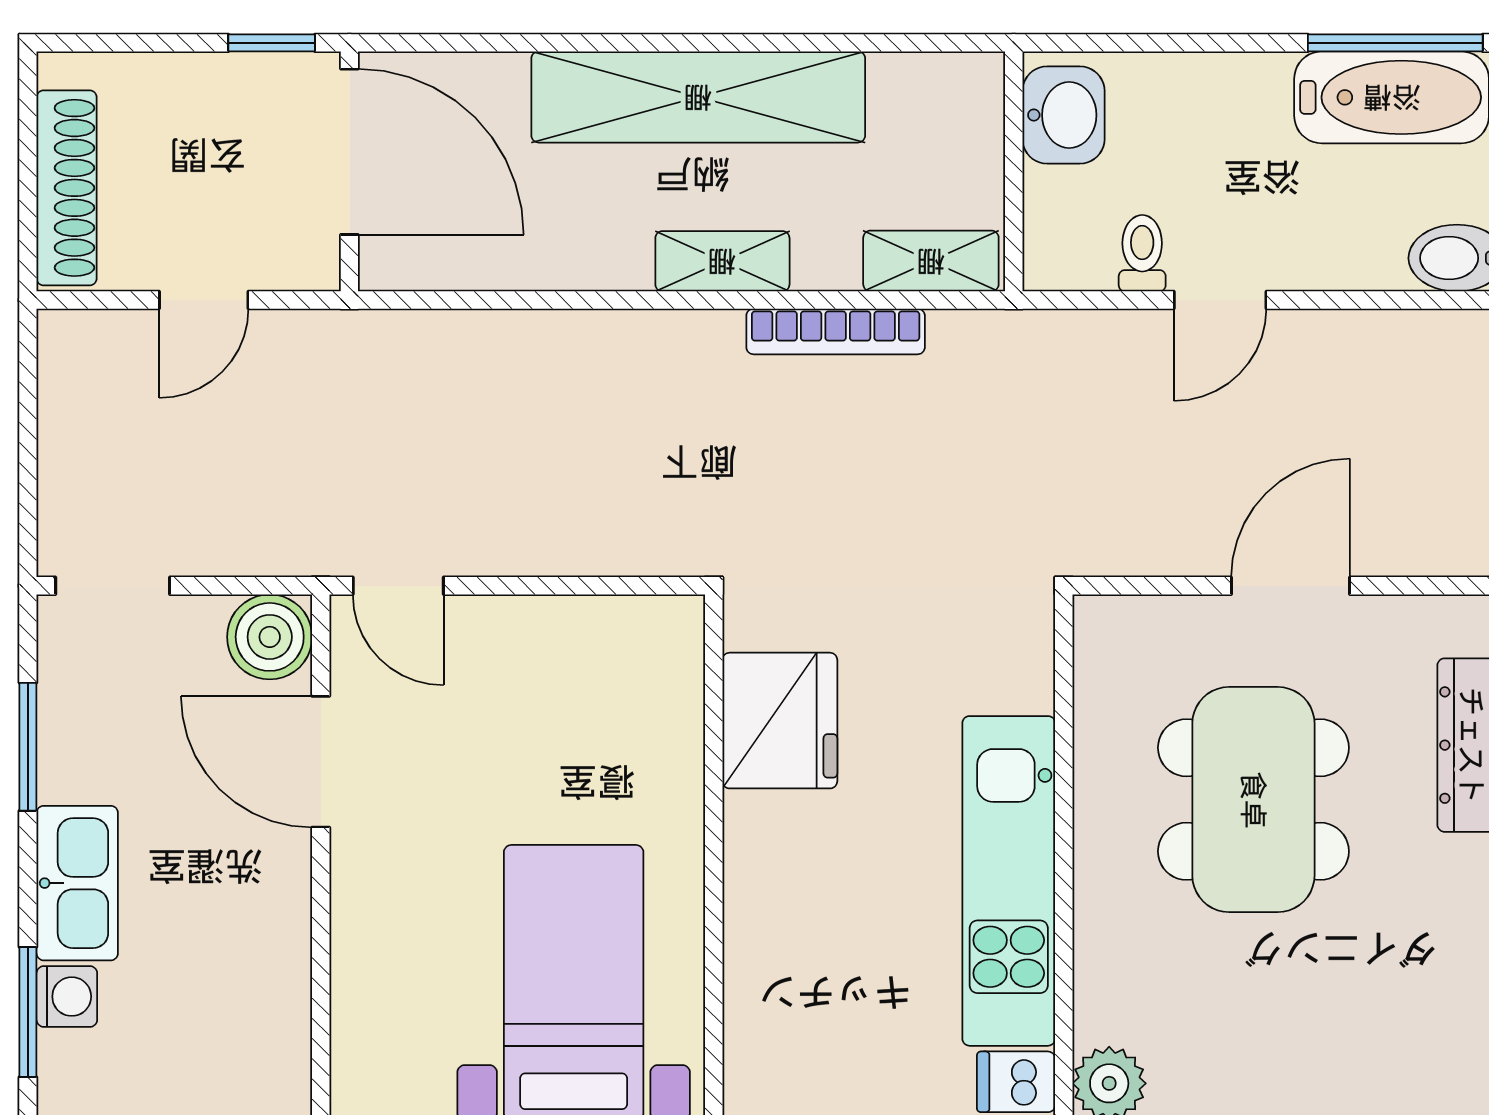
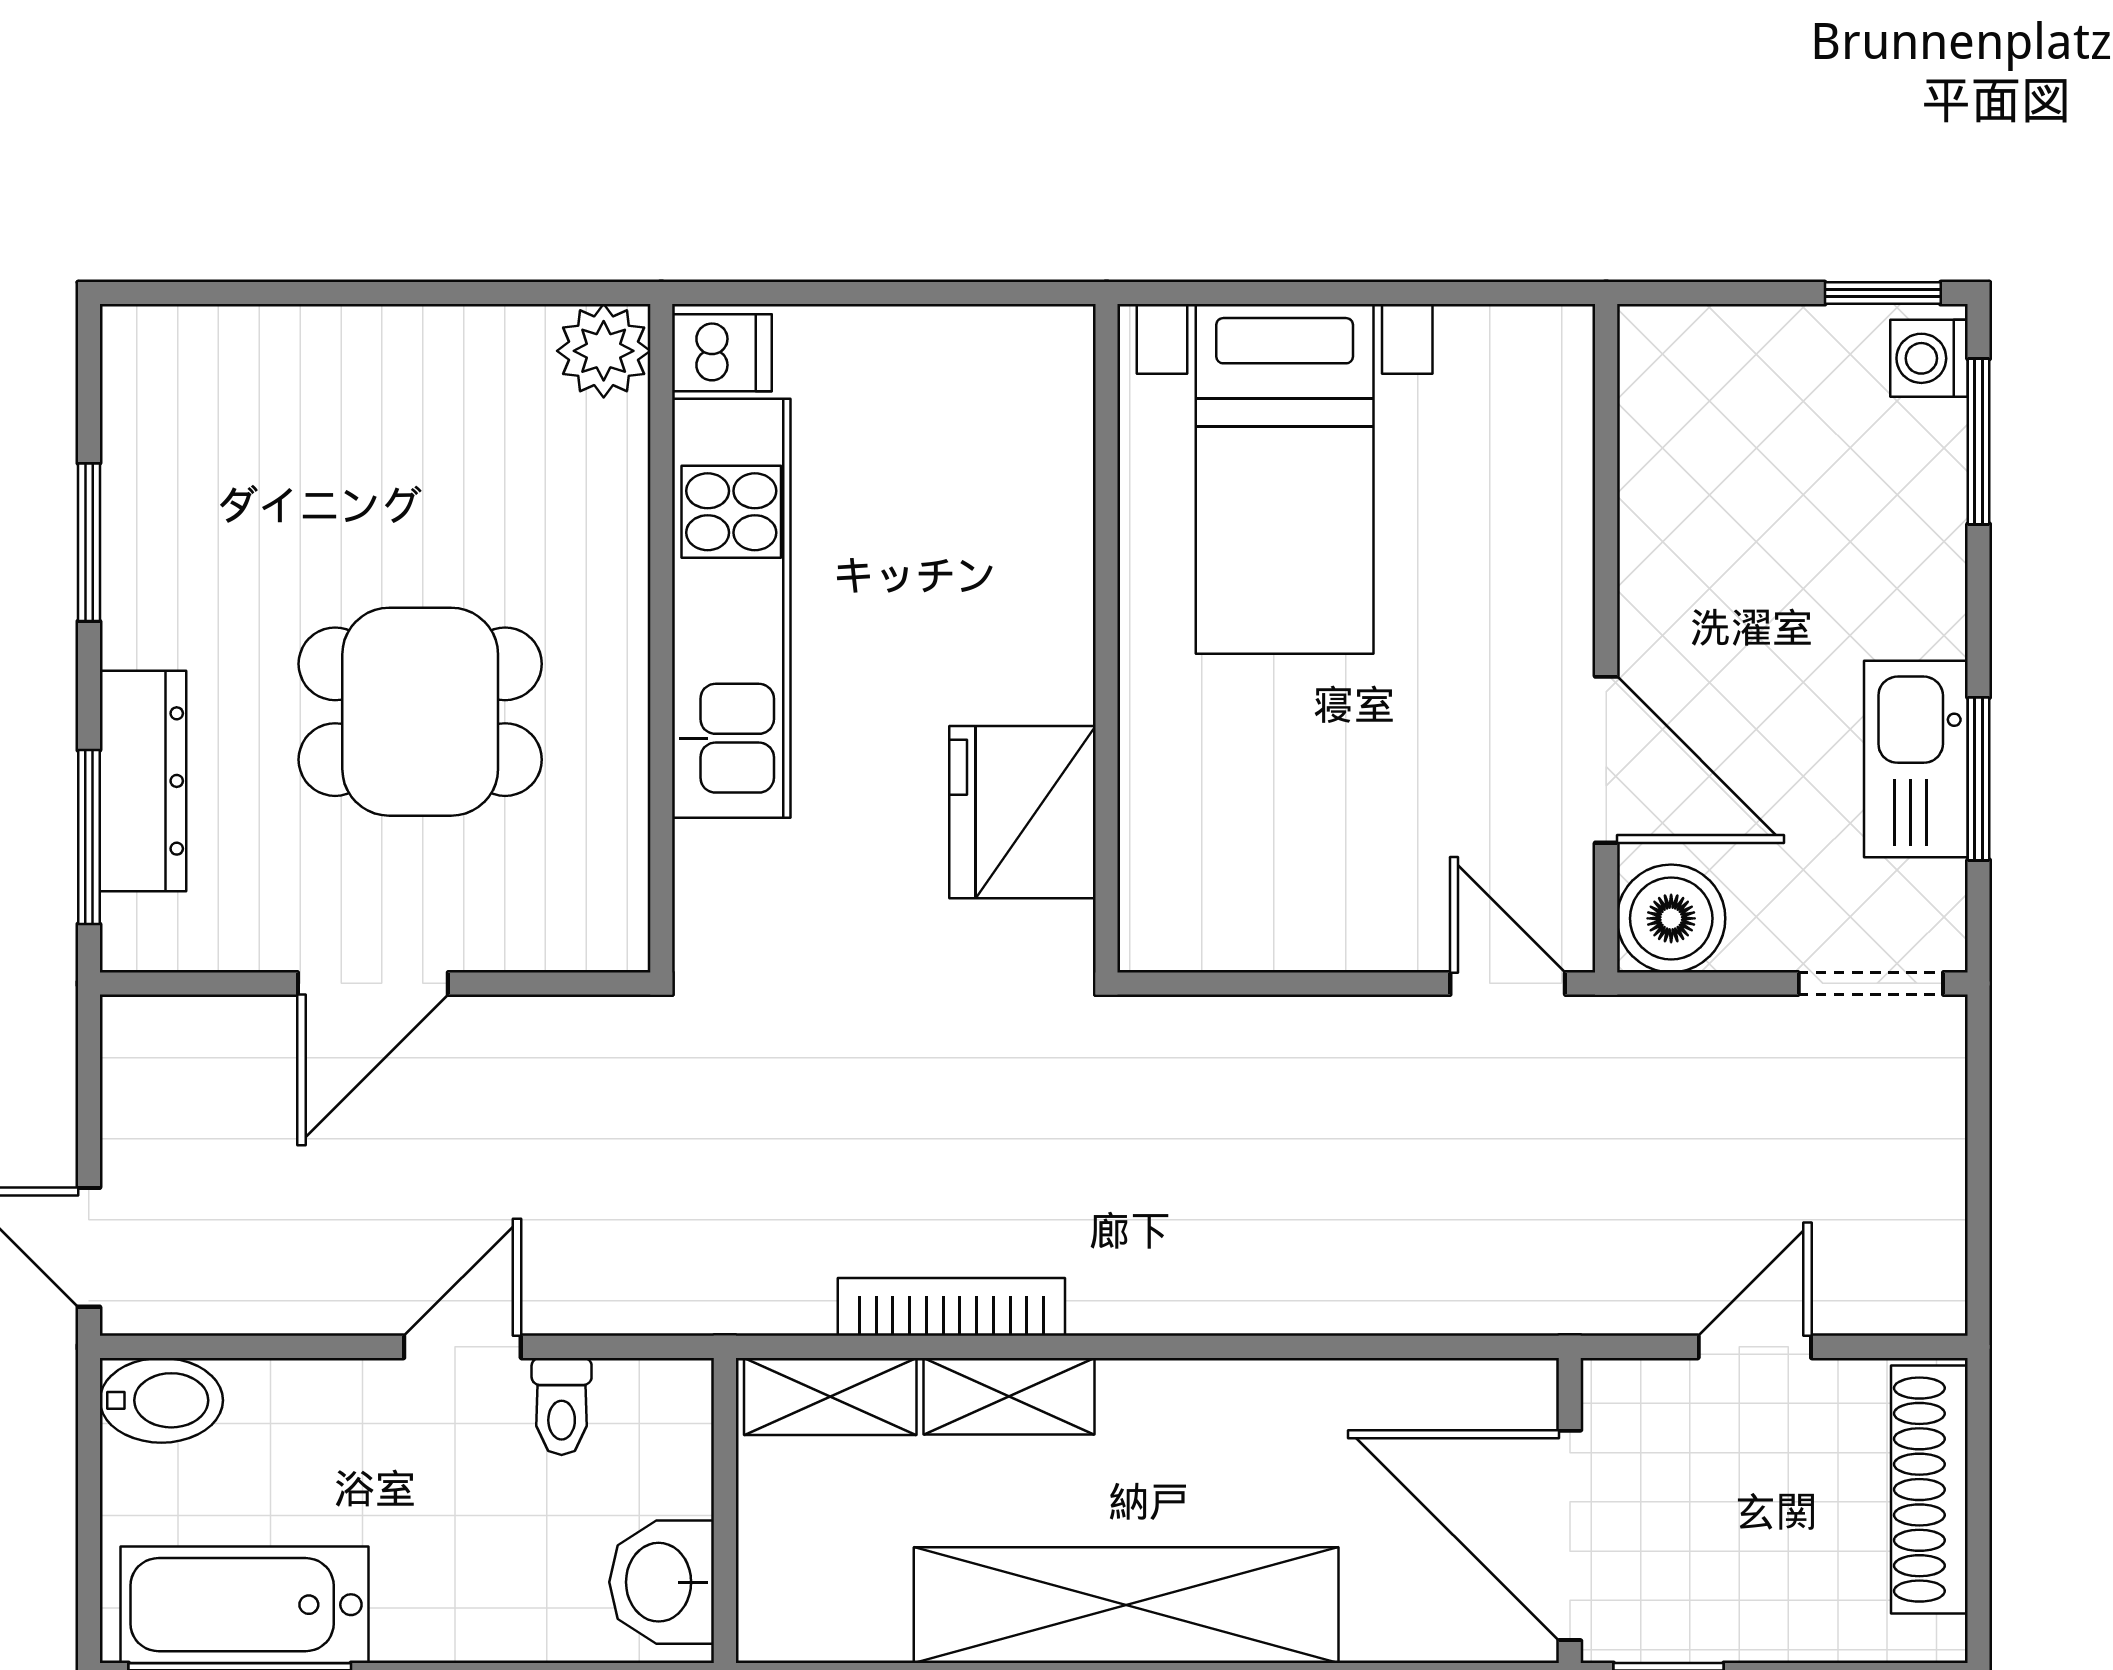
shelving: (722, 261) -> (1009, 1396), moved
dining table: (1253, 800) -> (420, 712), width x0.73
kitchen sink: (77, 883) -> (1916, 759), moved
washing machine: (67, 997) -> (1929, 358), moved

